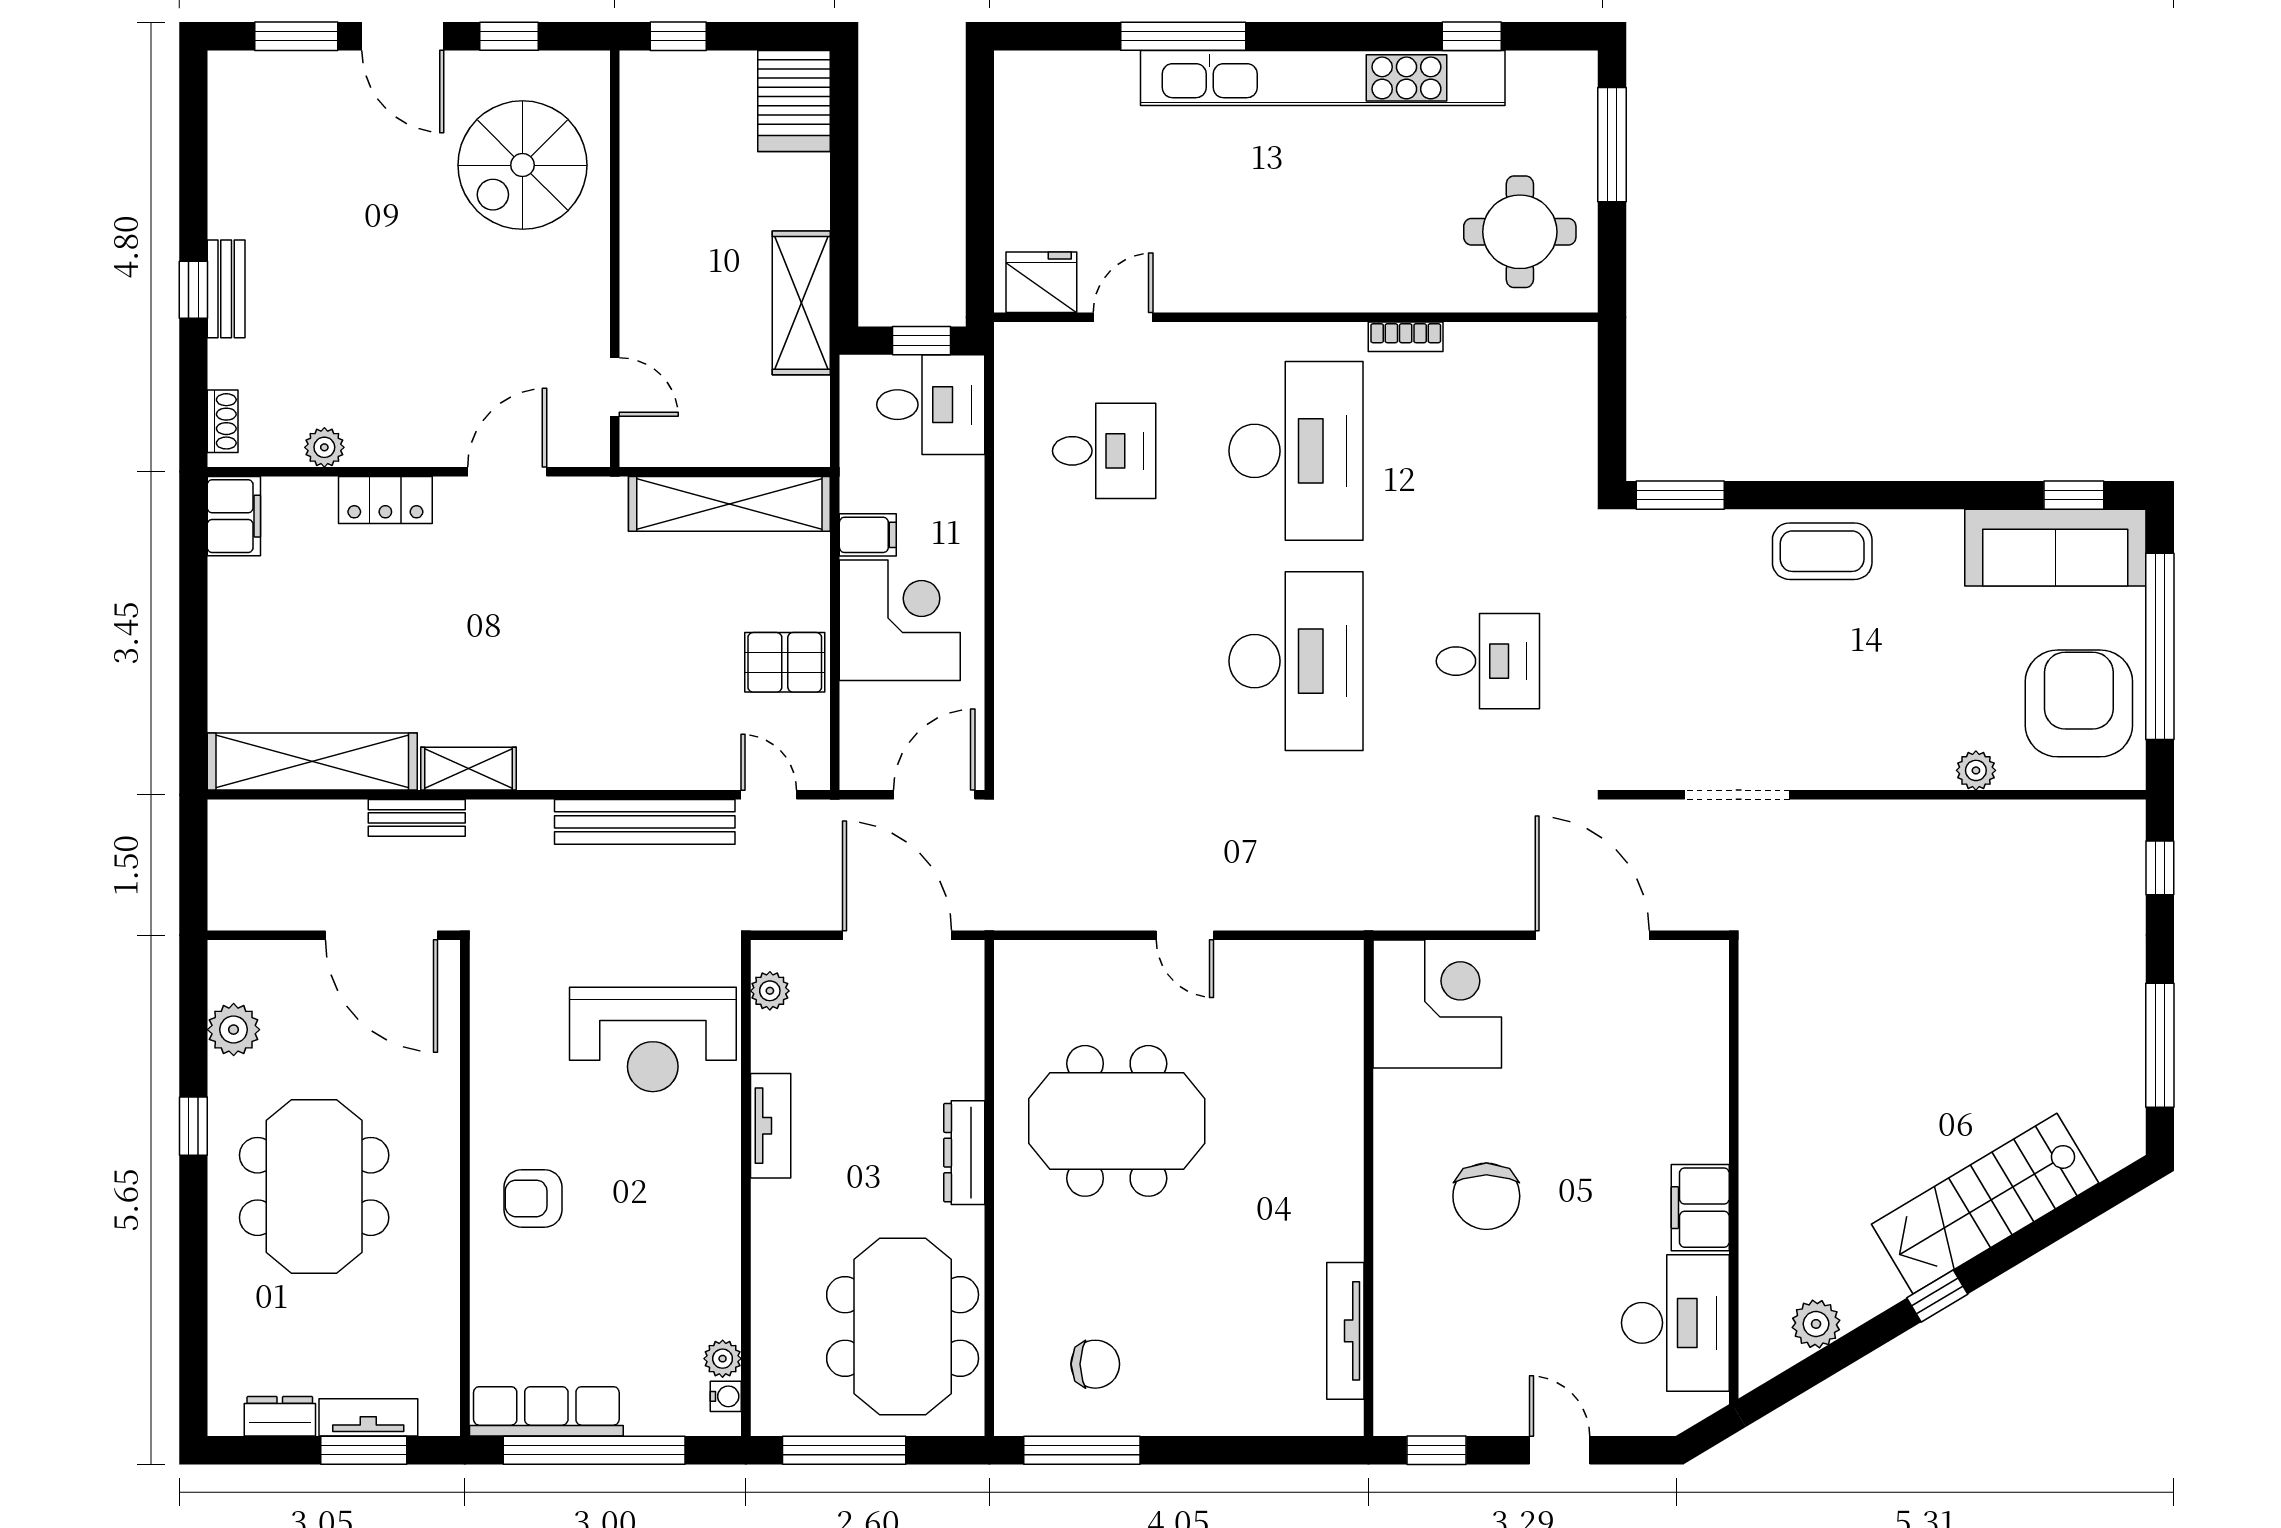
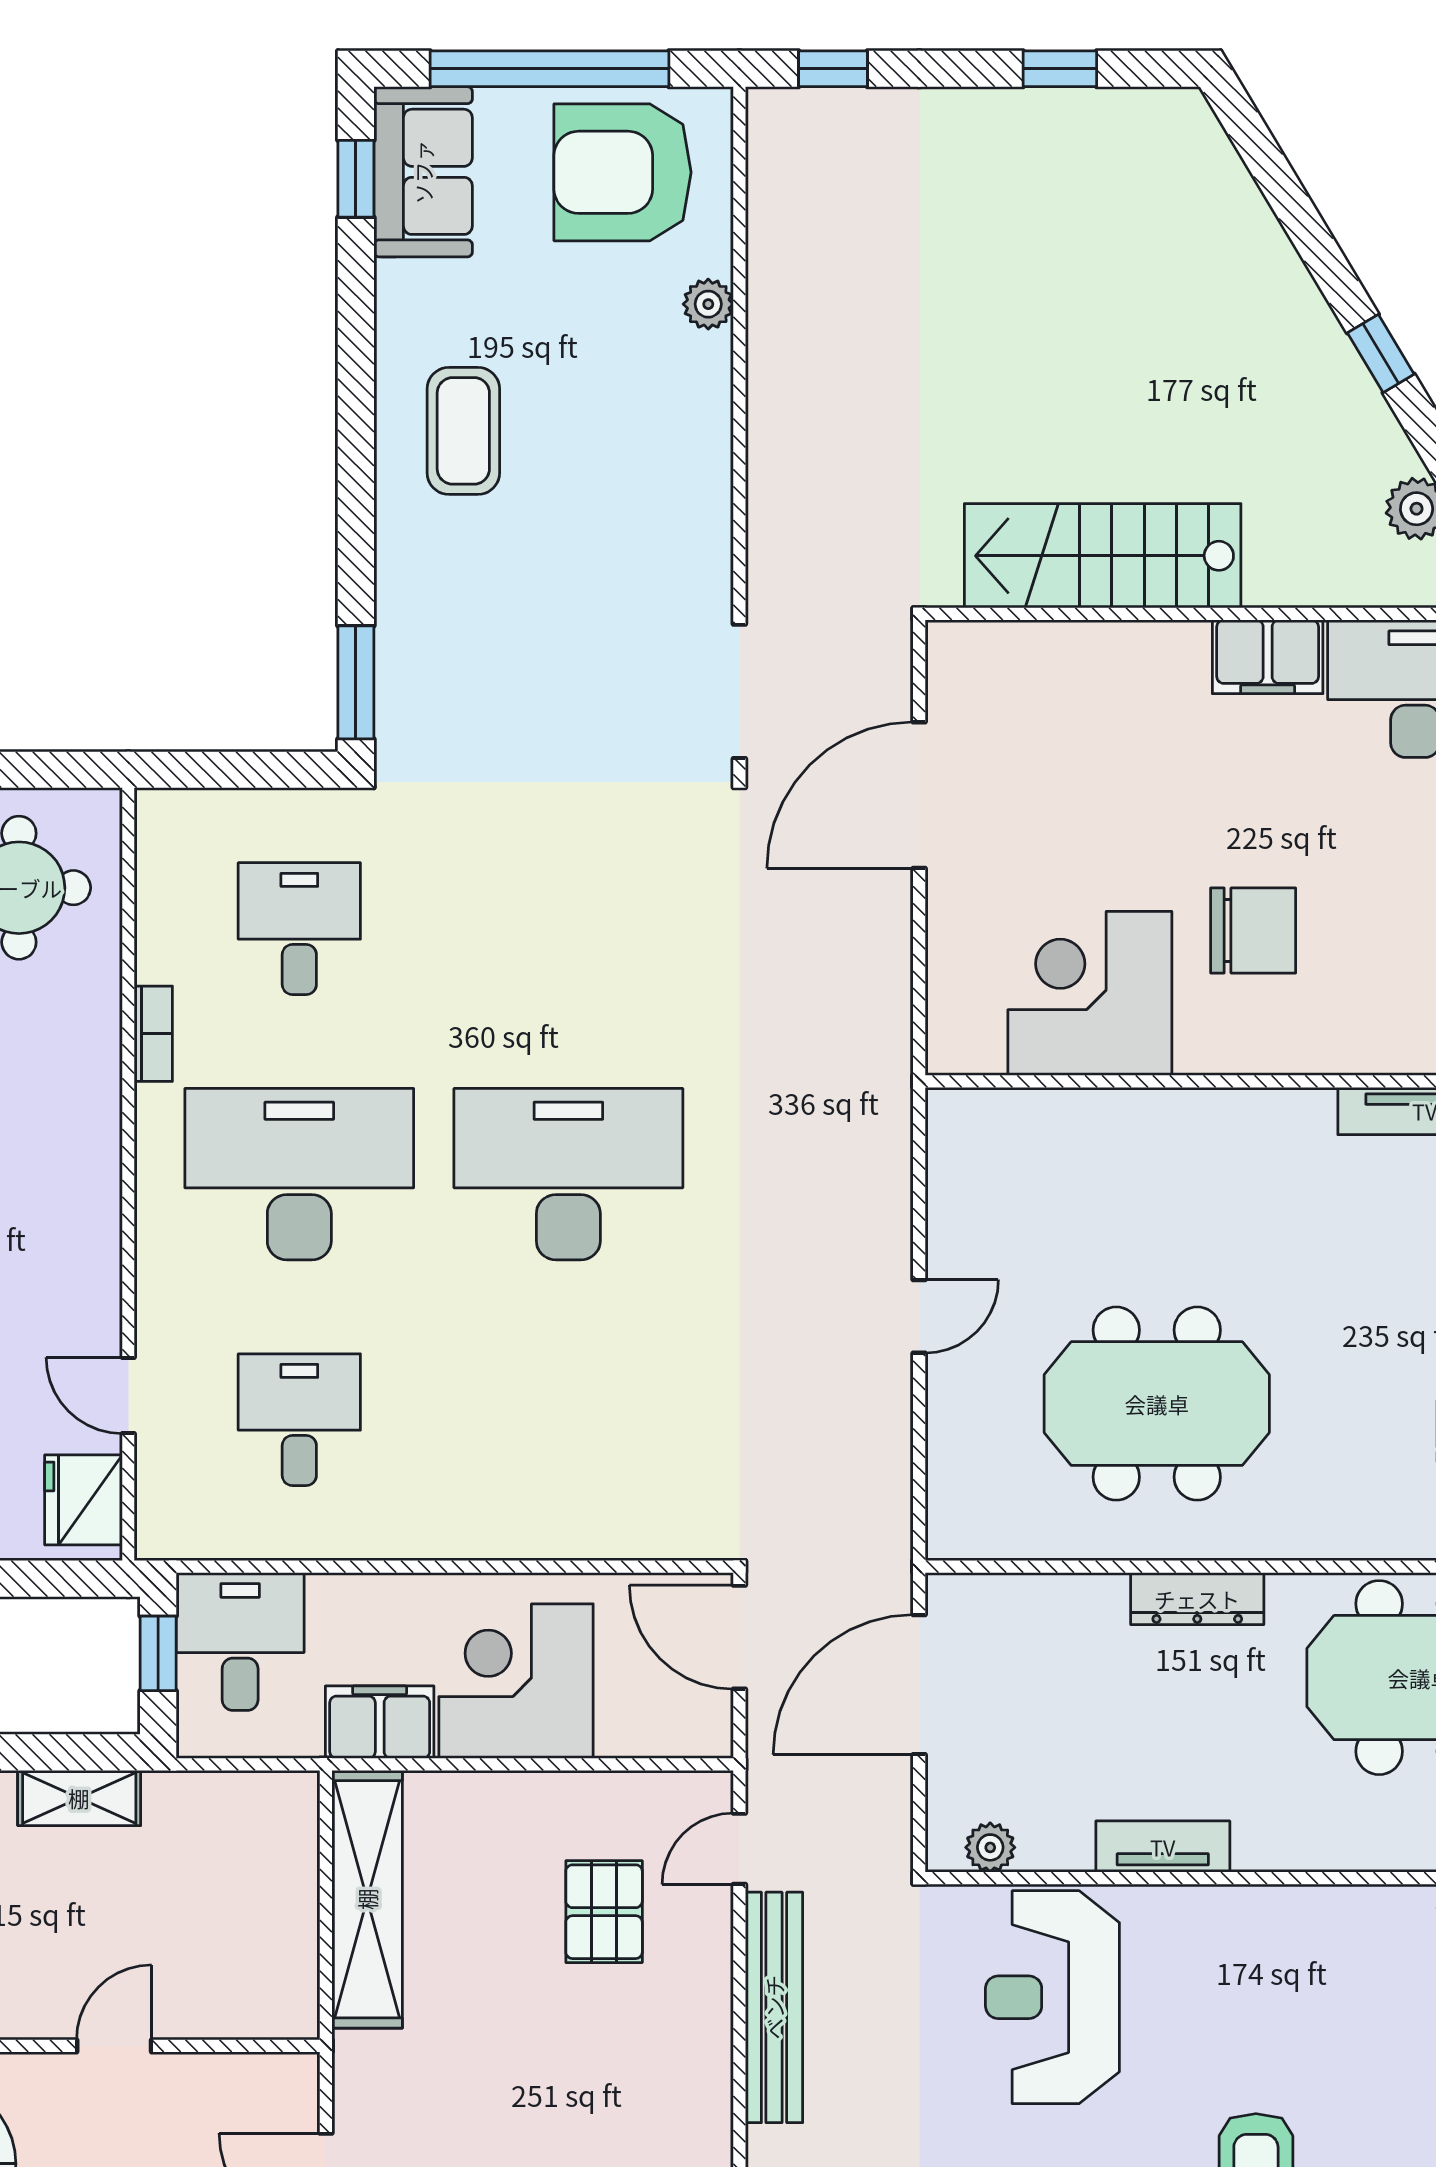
shelving: (801, 303) -> (79, 1798), width x0.67, depth x0.75
door: (615, 387) -> (114, 2046), moved
filing cabinet: (868, 535) -> (380, 1722), width x2.00
sofa: (2055, 548) -> (423, 172), width x0.73
coffee table: (1822, 551) -> (463, 431), moved
desk: (1488, 661) -> (299, 929), moved
pallet: (785, 662) -> (604, 1912), moved
doorway: (1737, 795) -> (739, 691), moved
corner desk: (1437, 1004) -> (1090, 993), moved
reception desk: (653, 1039) -> (1052, 1997), turned 180
window: (2160, 1045) -> (1060, 69), width x0.46
meeting table: (1117, 1121) -> (1157, 1404), turned 90
stairs: (1985, 1204) -> (1103, 556), moved, turned 121

